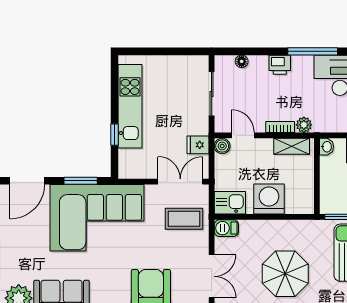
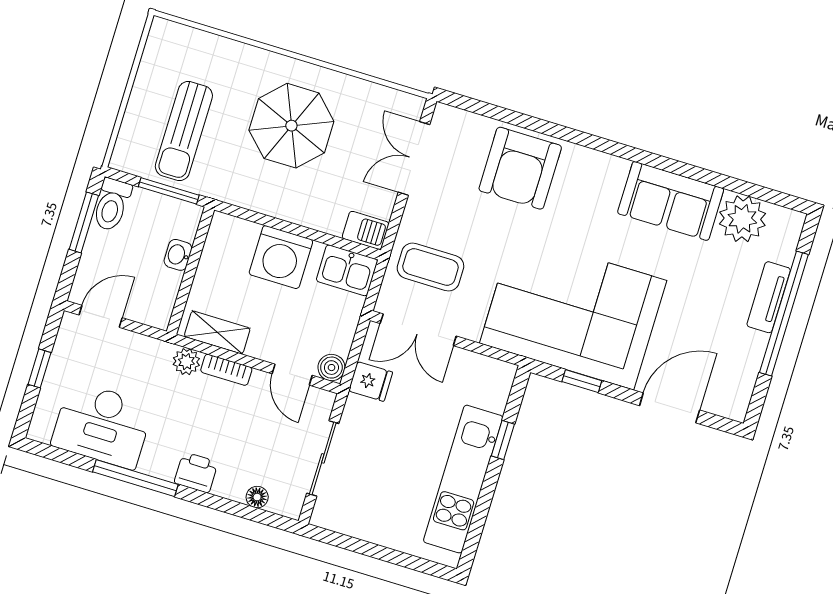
washbasin: (327, 147) -> (178, 255), moved
window: (81, 181) -> (582, 381), width x0.67

